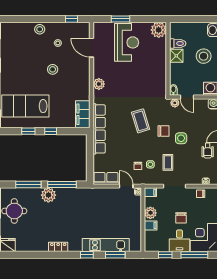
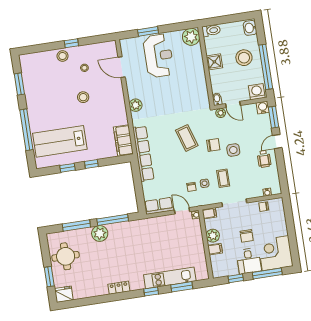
window: (72, 19) -> (71, 43), moved
toilet: (178, 43) -> (211, 31), moved

